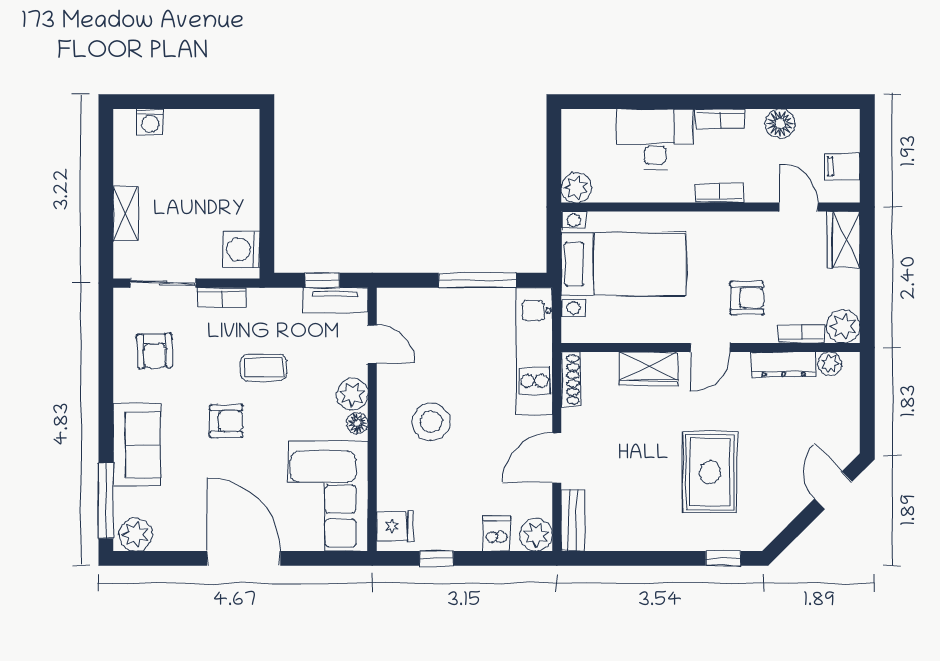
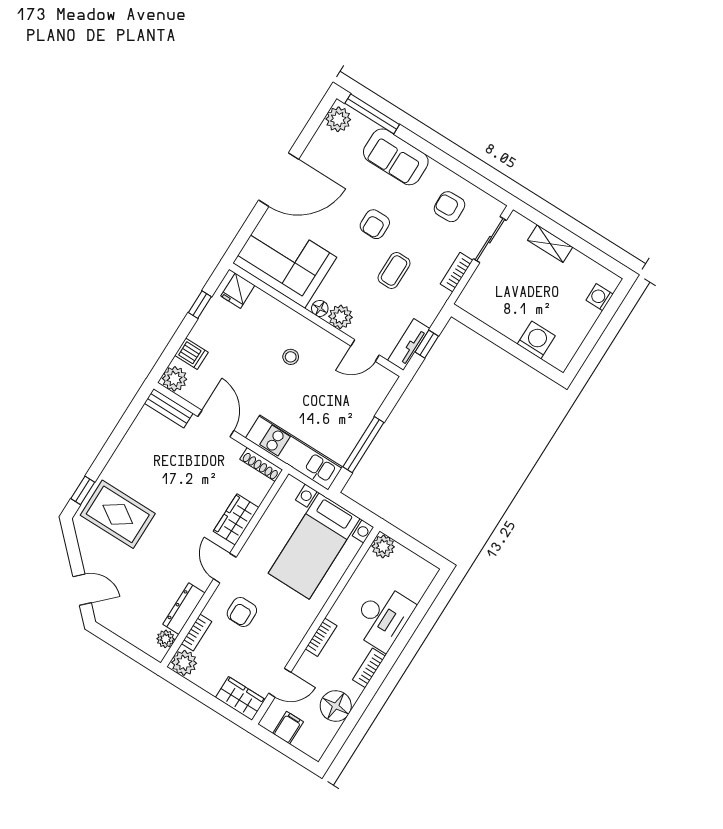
floor lamp: (780, 124) -> (336, 706), width x1.38, depth x1.38
washing machine: (241, 249) -> (536, 340), moved
stool: (431, 422) -> (291, 357), width x0.53, depth x0.53
rug: (710, 472) -> (118, 514), moved

